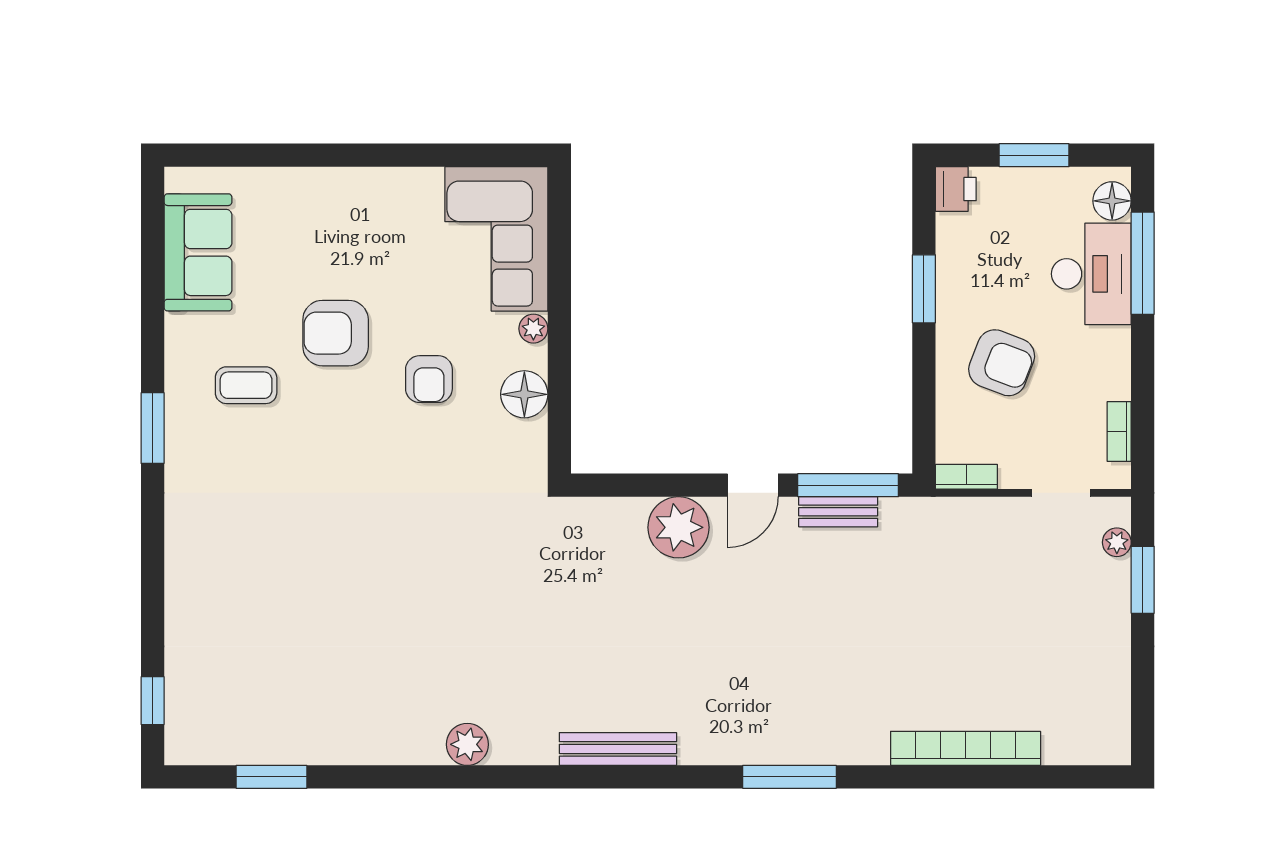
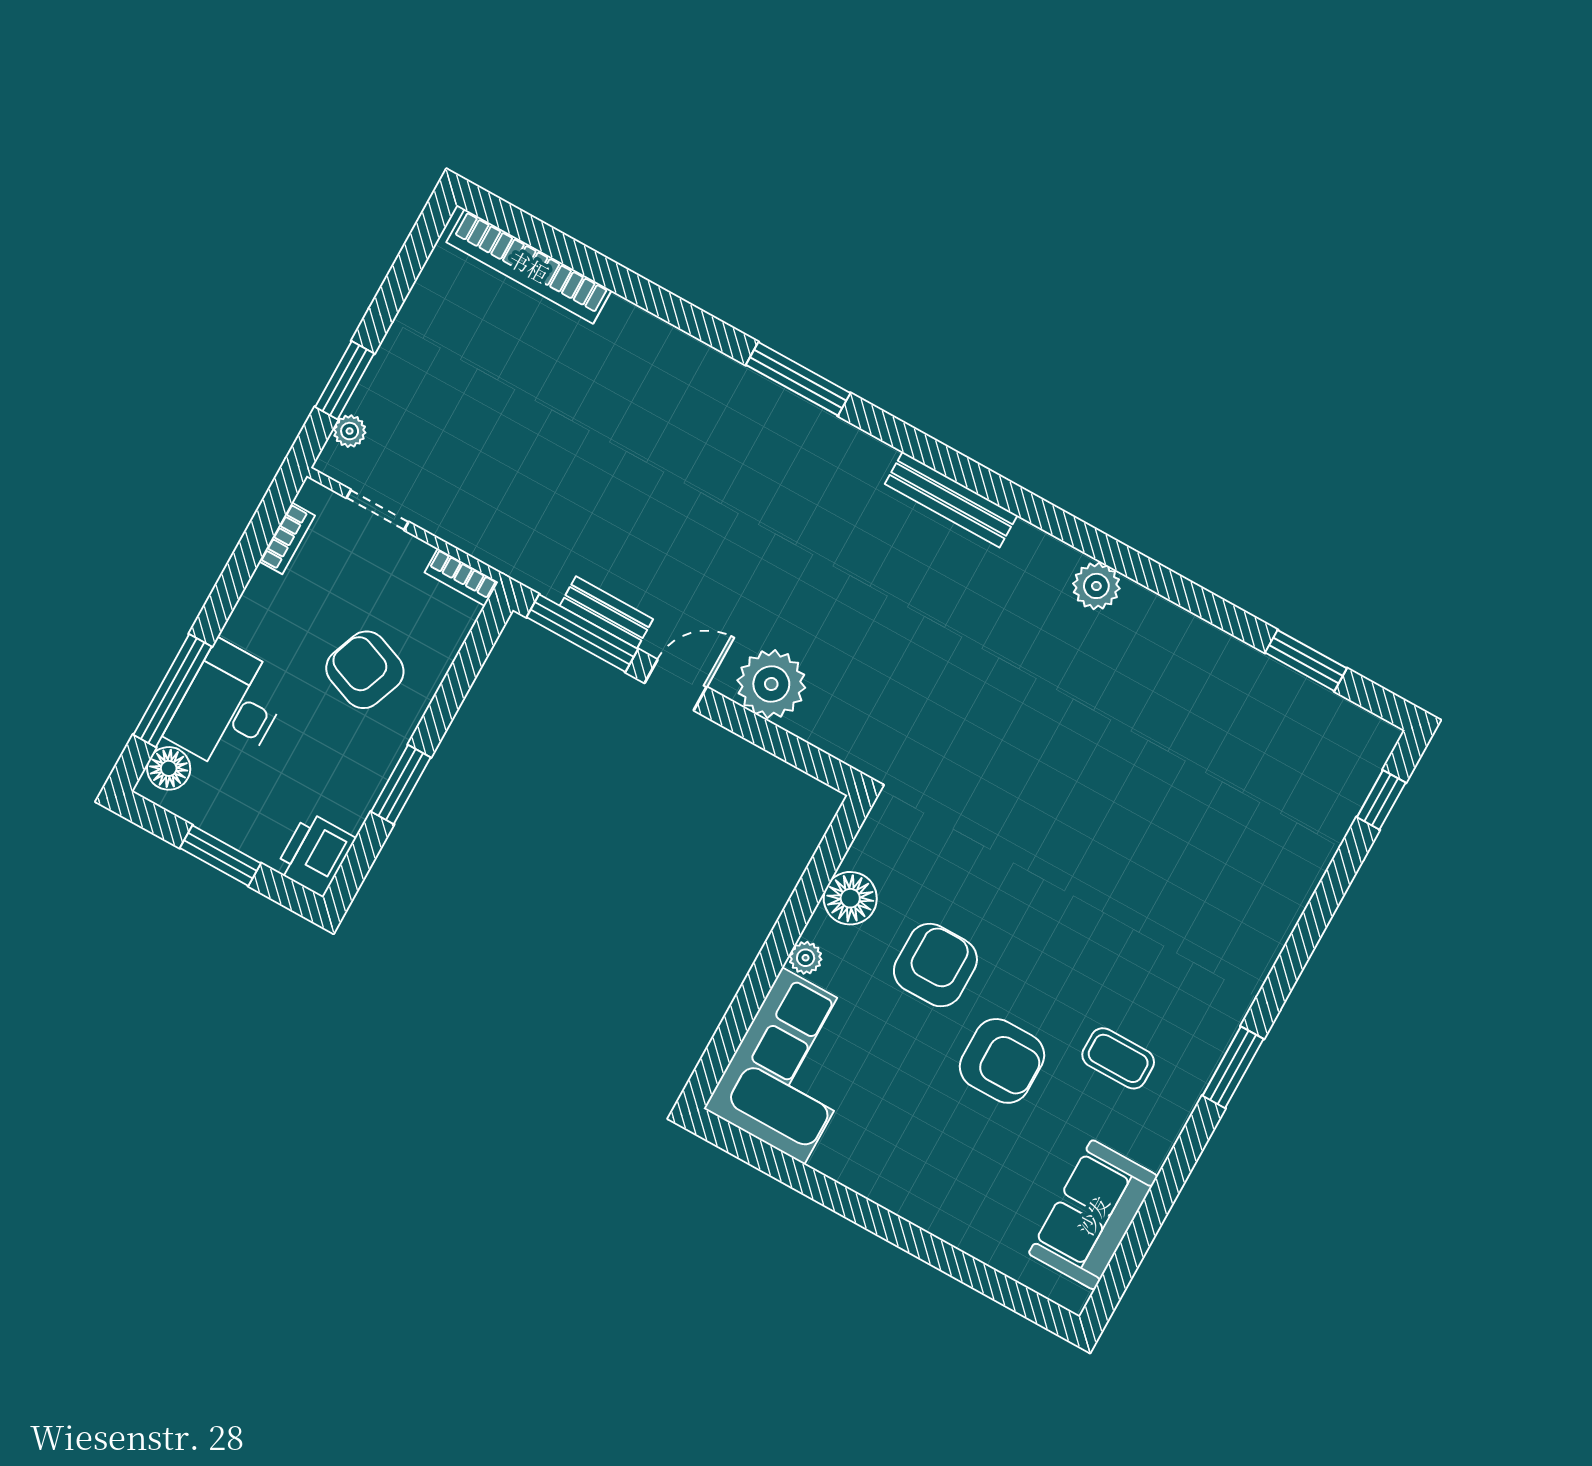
printer: (956, 189) -> (315, 854), width x1.36, depth x1.24
armchair: (429, 379) -> (935, 965), width x1.38, depth x1.38
bookcase: (966, 748) -> (529, 266), moved

